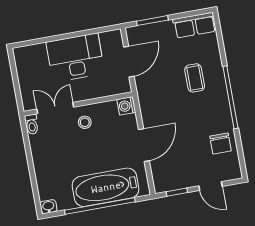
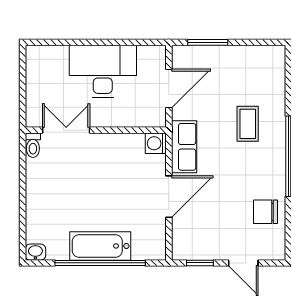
row of seats: (194, 25) -> (184, 147), moved, turned -90
stool: (85, 122) -> (100, 155), removed
chair: (221, 143) -> (265, 212), turned 90
bathtub: (106, 187) -> (100, 246), width x0.73, depth x0.73

